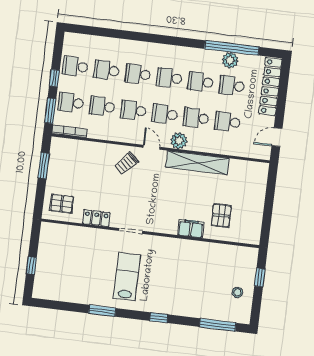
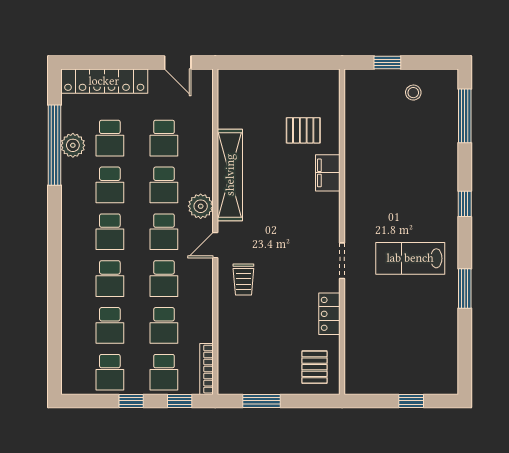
window: (50, 111) -> (180, 401), width x0.67
trolley: (126, 163) -> (243, 279), turned 47

